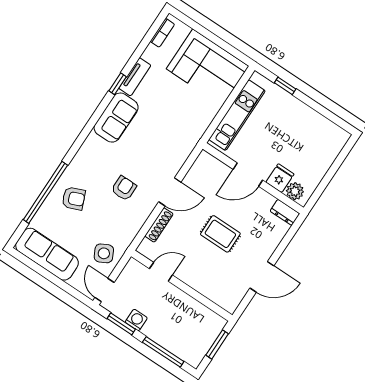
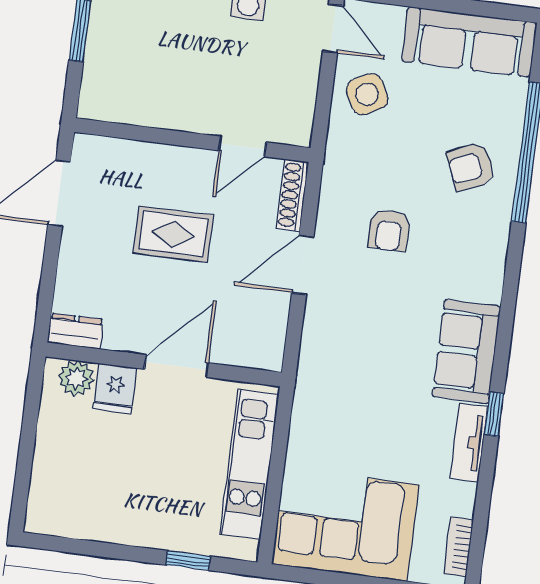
door: (161, 272) -> (242, 146), moved
wall: (182, 286) -> (192, 140), moved

